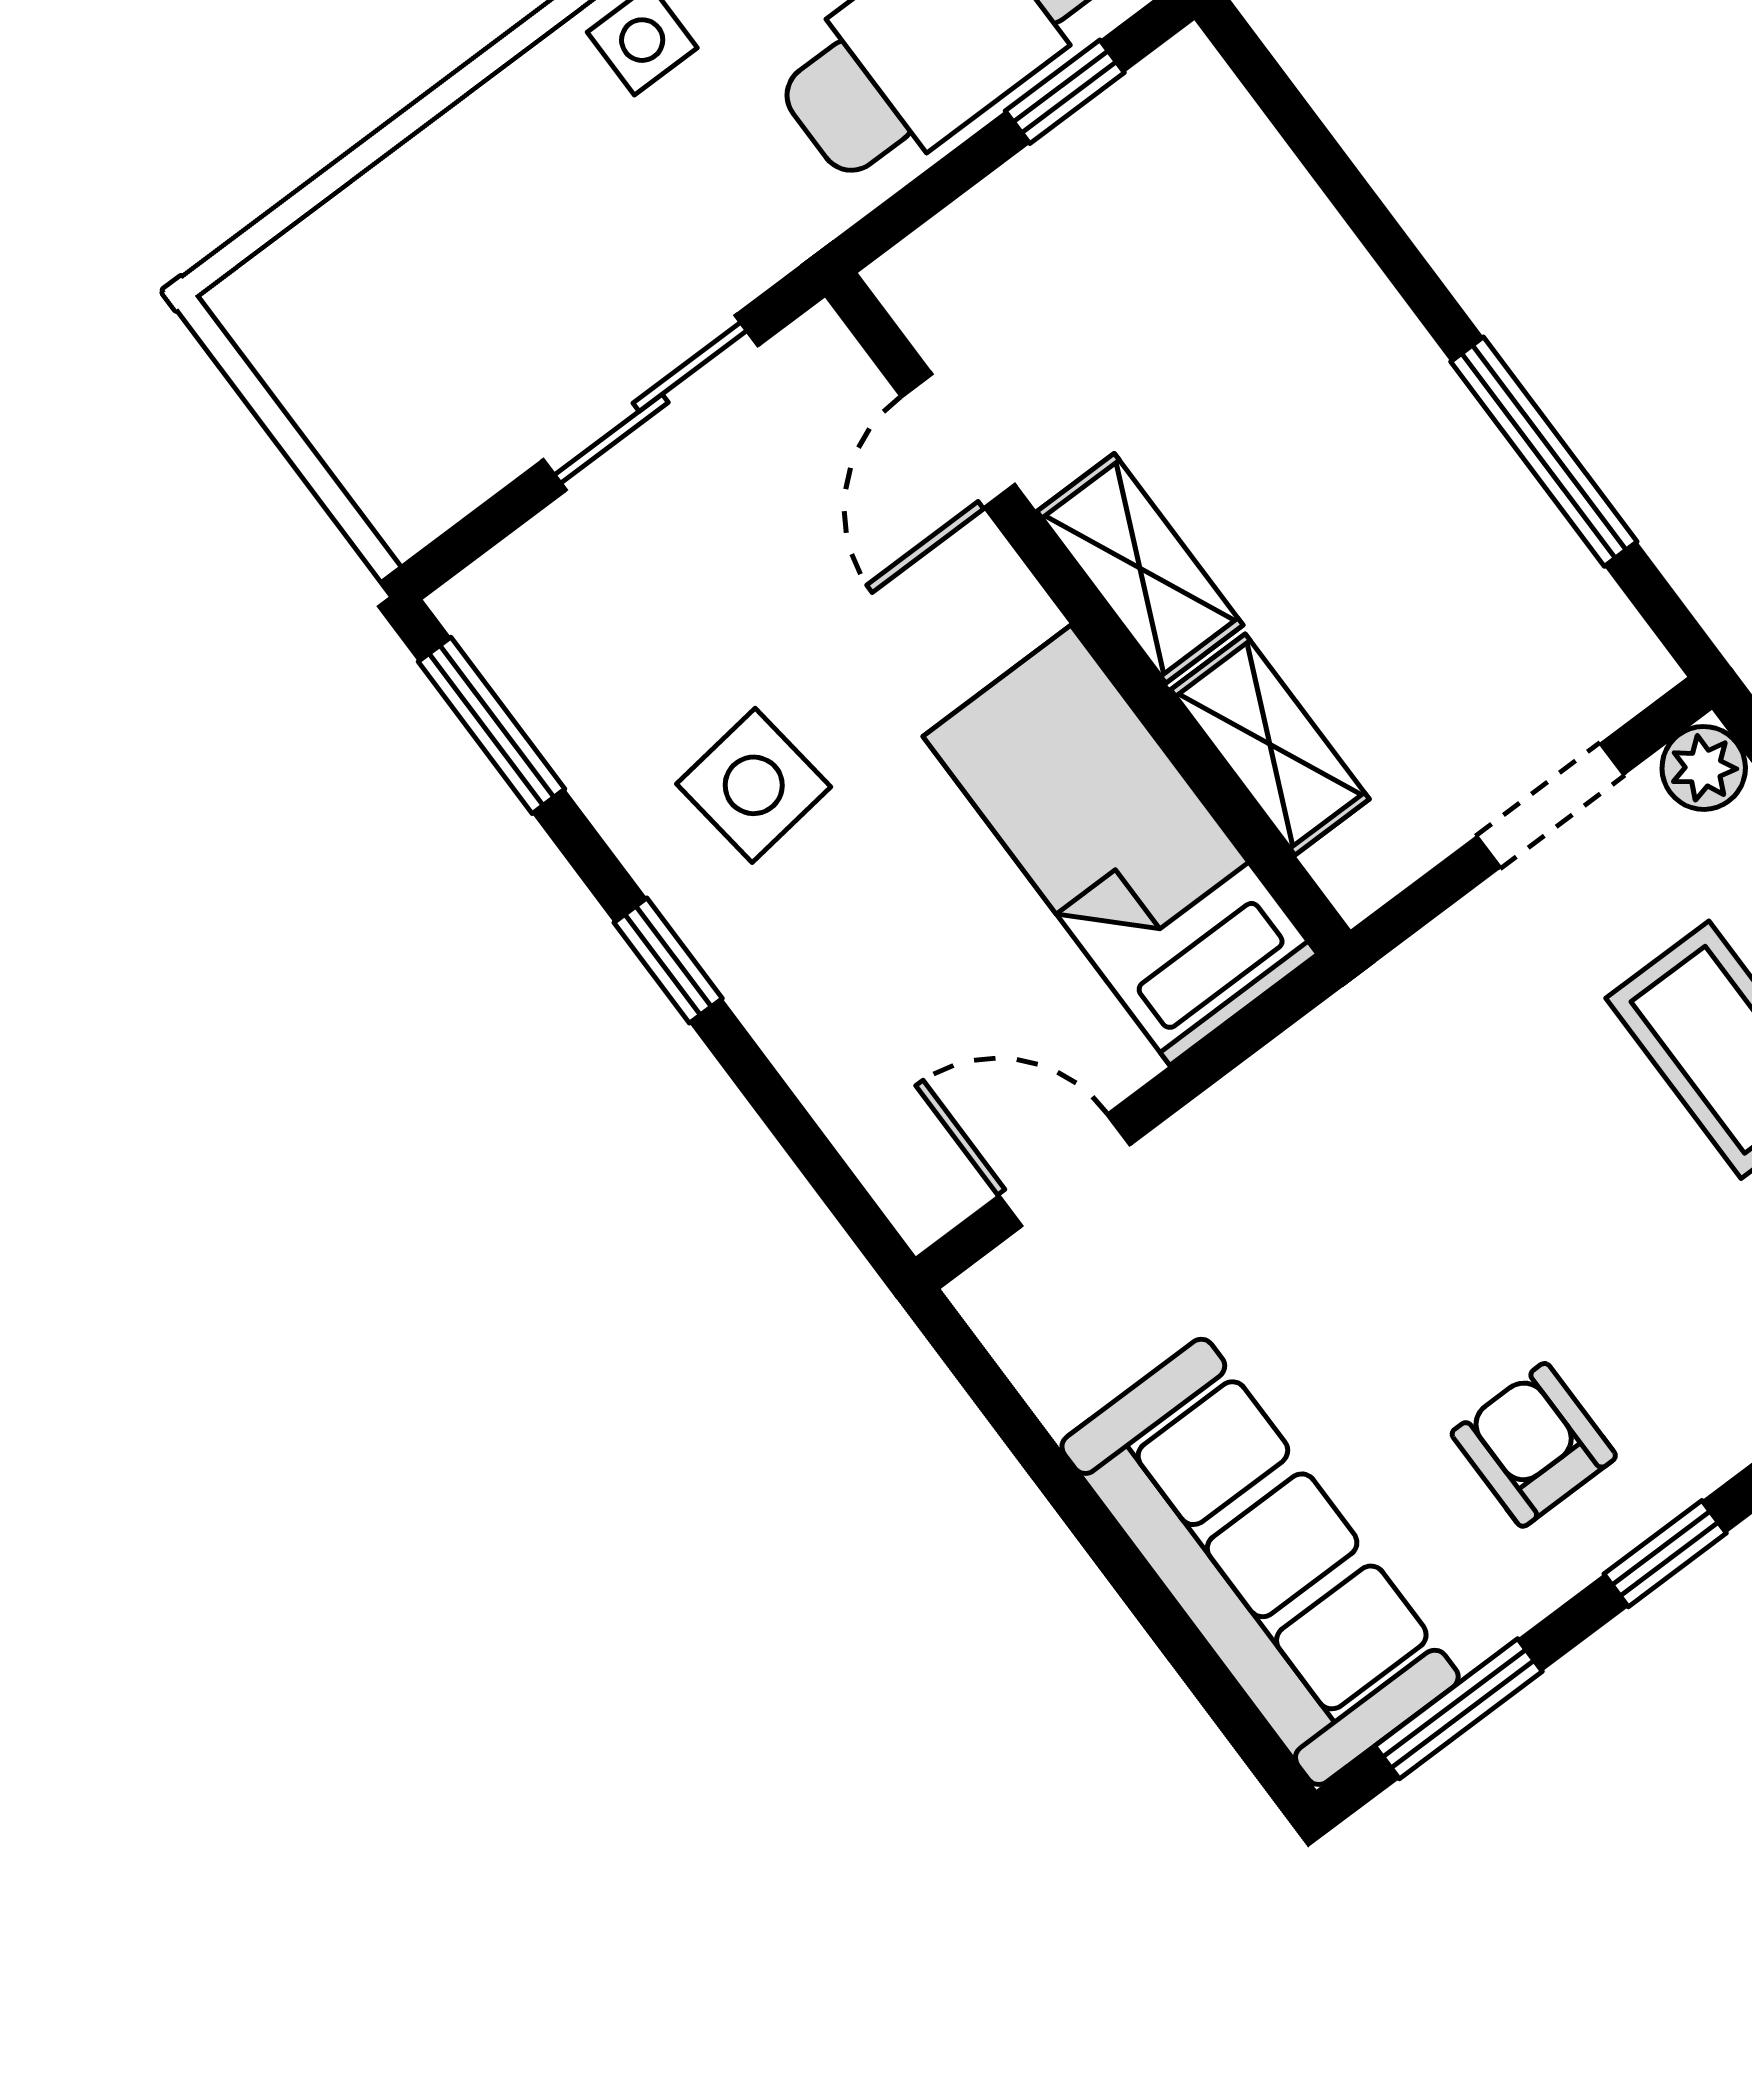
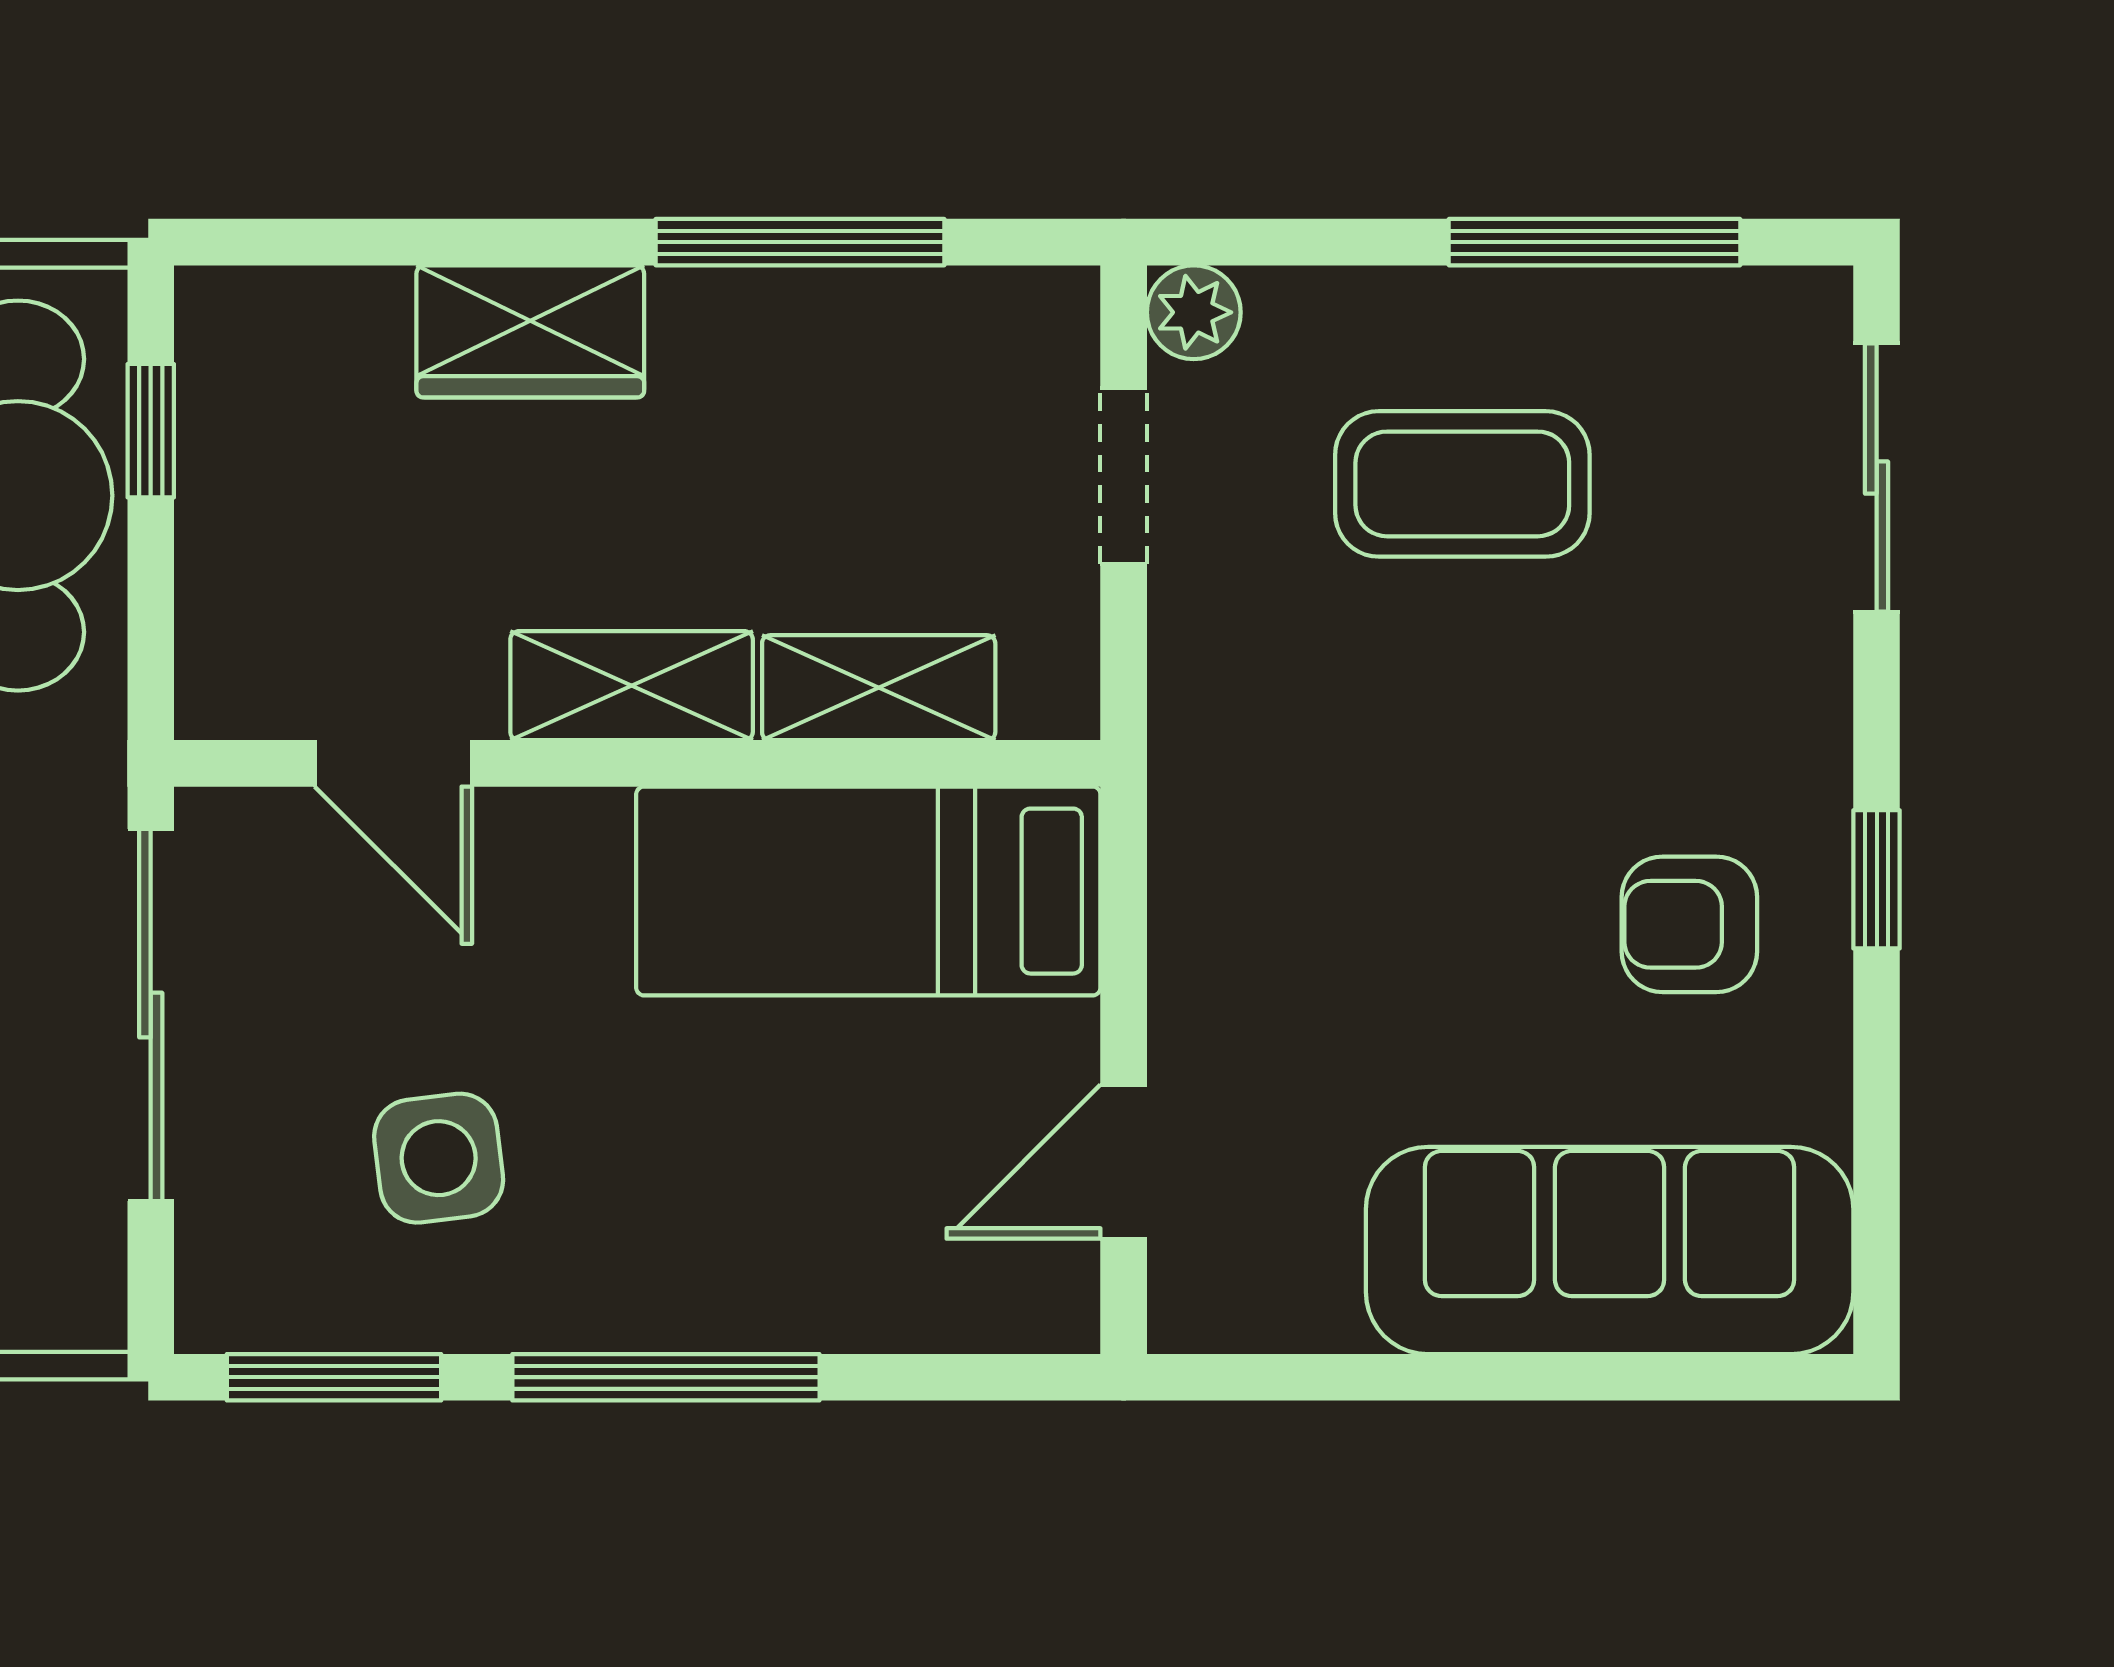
wardrobe: (1337, 308) -> (530, 331), added
sliding door: (651, 403) -> (151, 1015), width x1.37
side table: (754, 785) -> (439, 1158), moved
window: (668, 961) -> (666, 1377), width x2.17
window: (1458, 1709) -> (1877, 1171), removed

